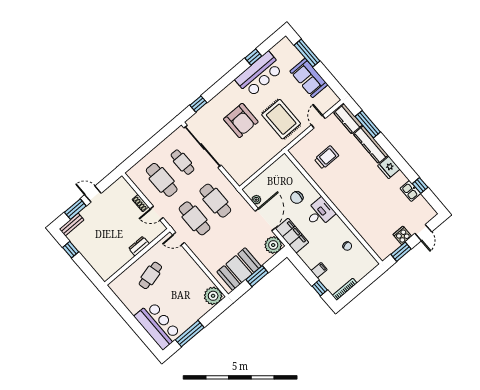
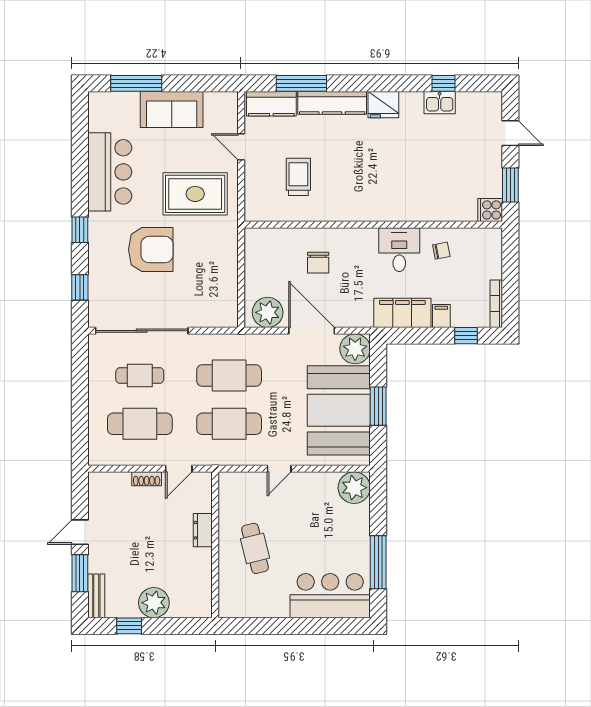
window: (253, 57) -> (80, 230), moved
plant: (256, 200) -> (268, 312), width x1.87, depth x1.87
desk: (320, 213) -> (399, 250), moved
cooker: (402, 235) -> (490, 210), moved
filing cabinet: (292, 236) -> (402, 313), moved
door: (179, 239) -> (279, 469), moved
plant: (90, 252) -> (154, 603), added
booth: (239, 269) -> (339, 410), width x1.36, depth x1.42

